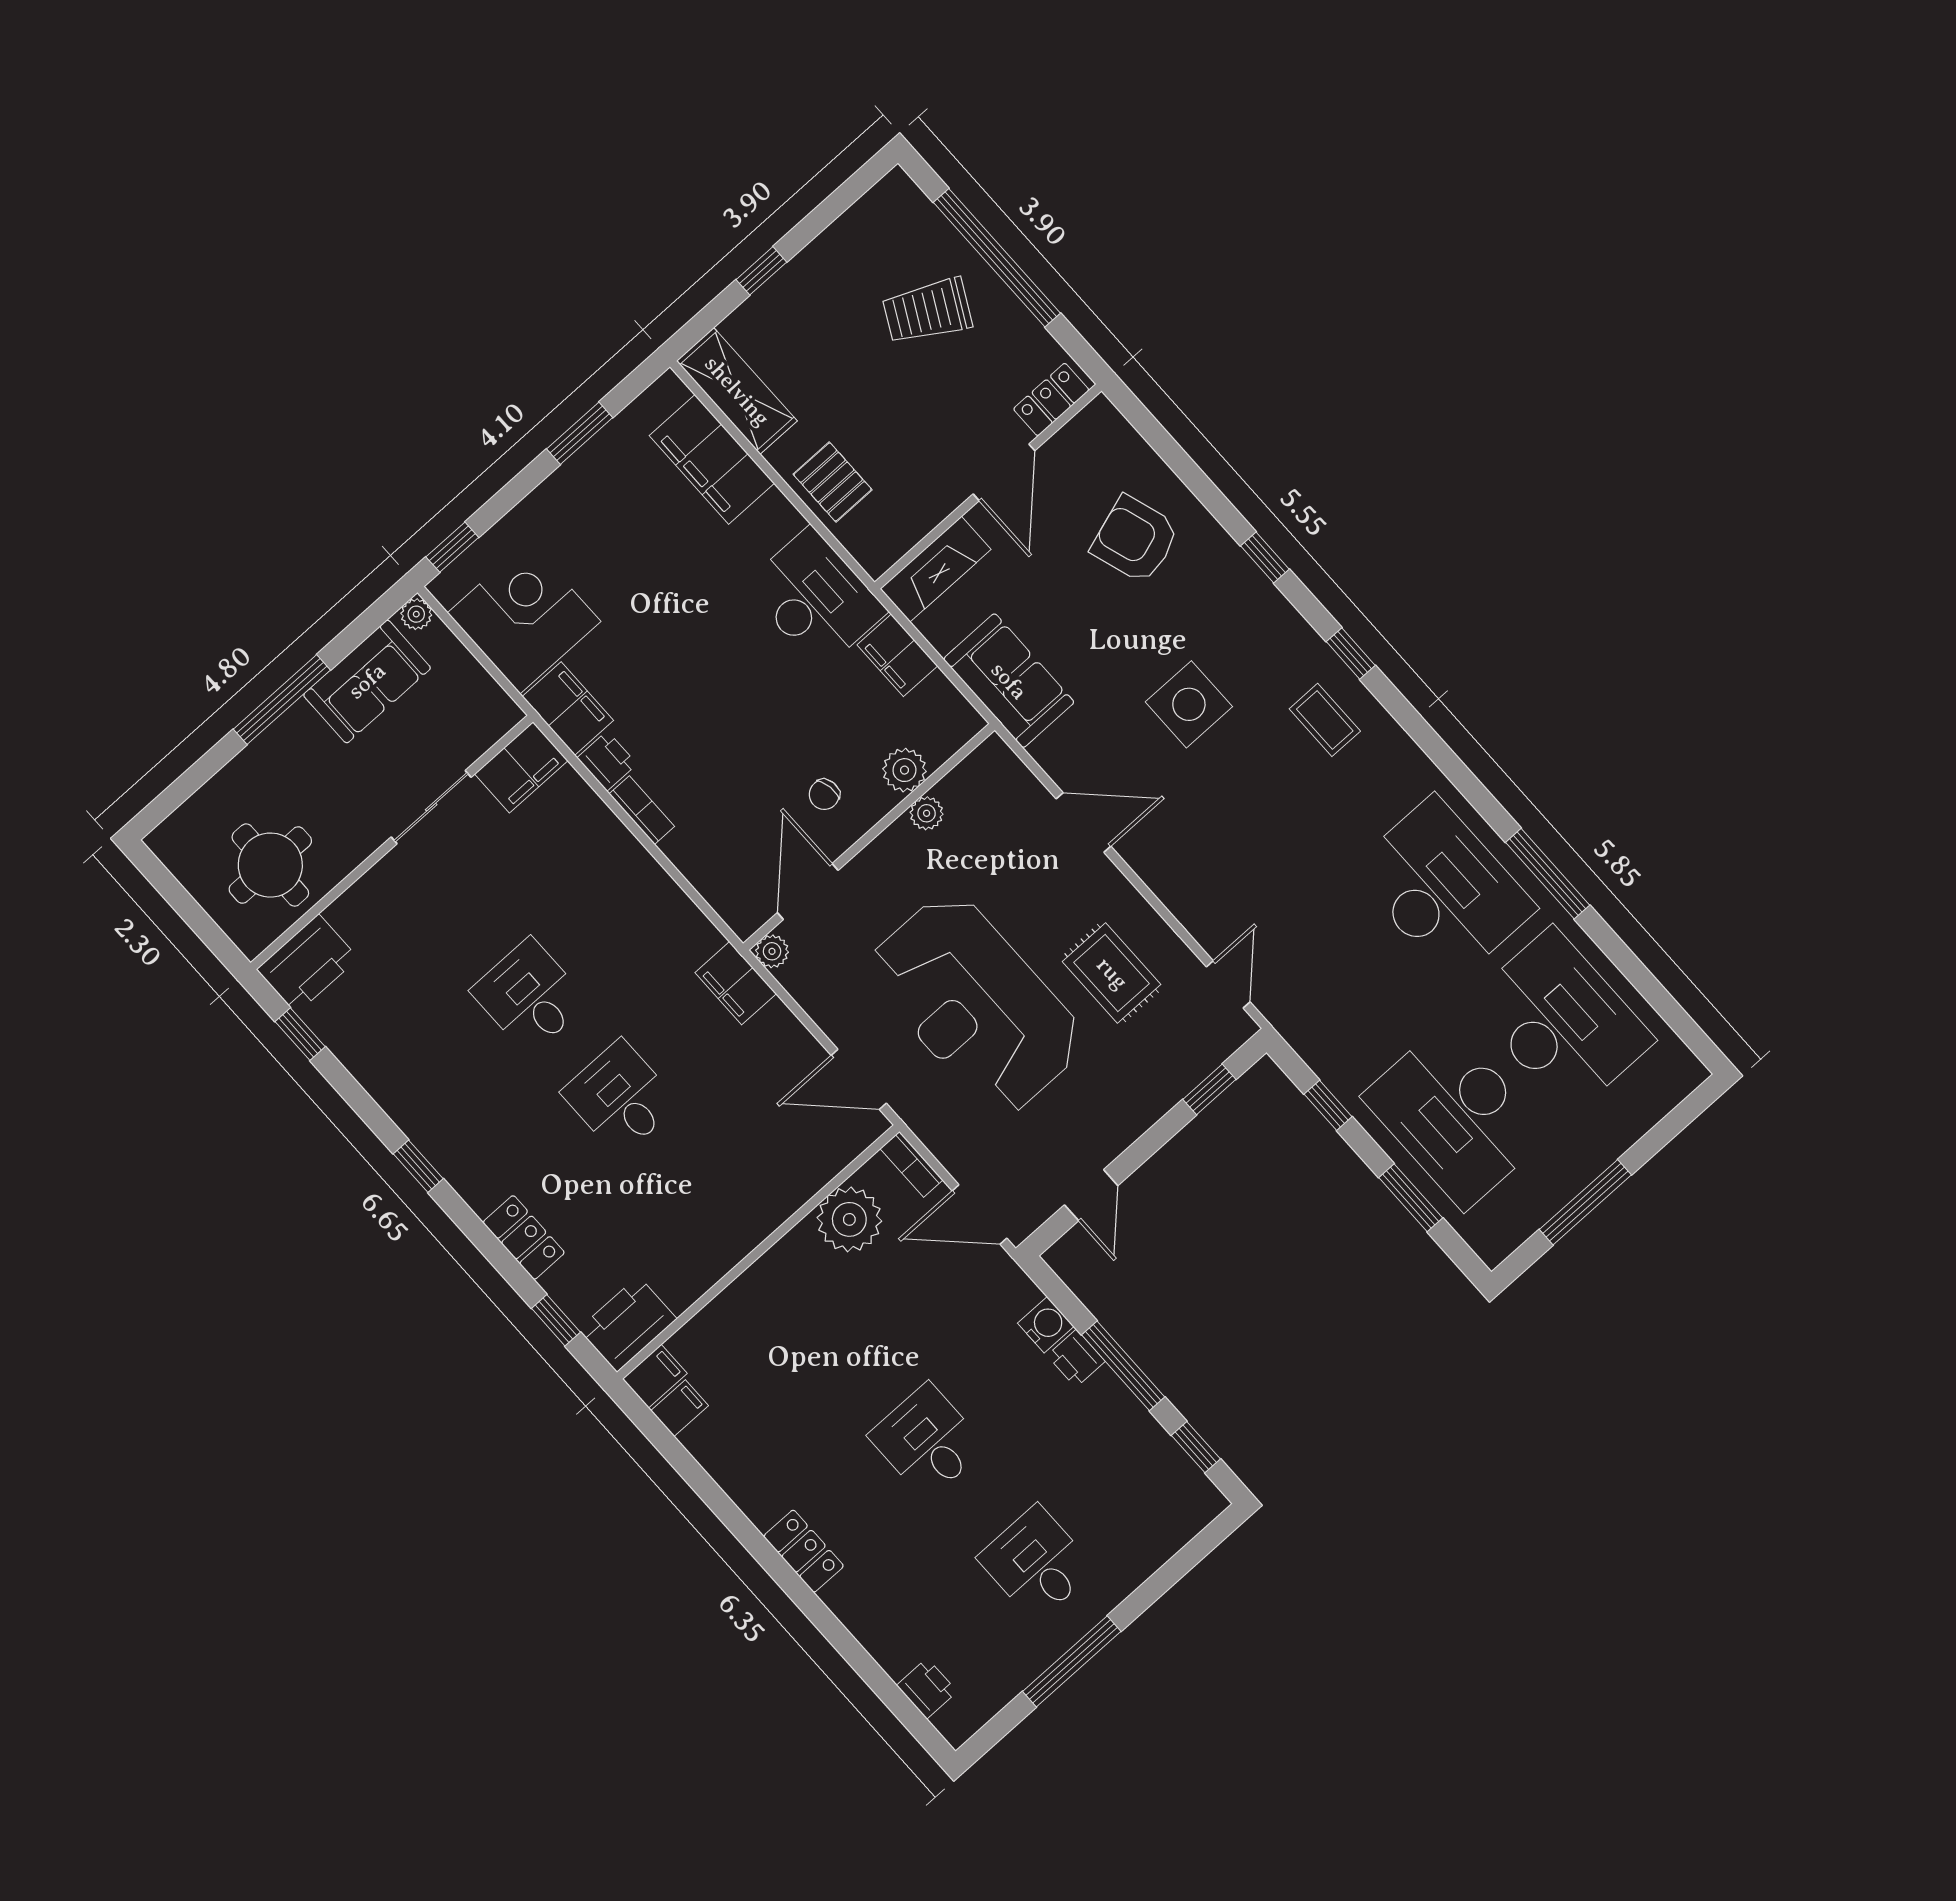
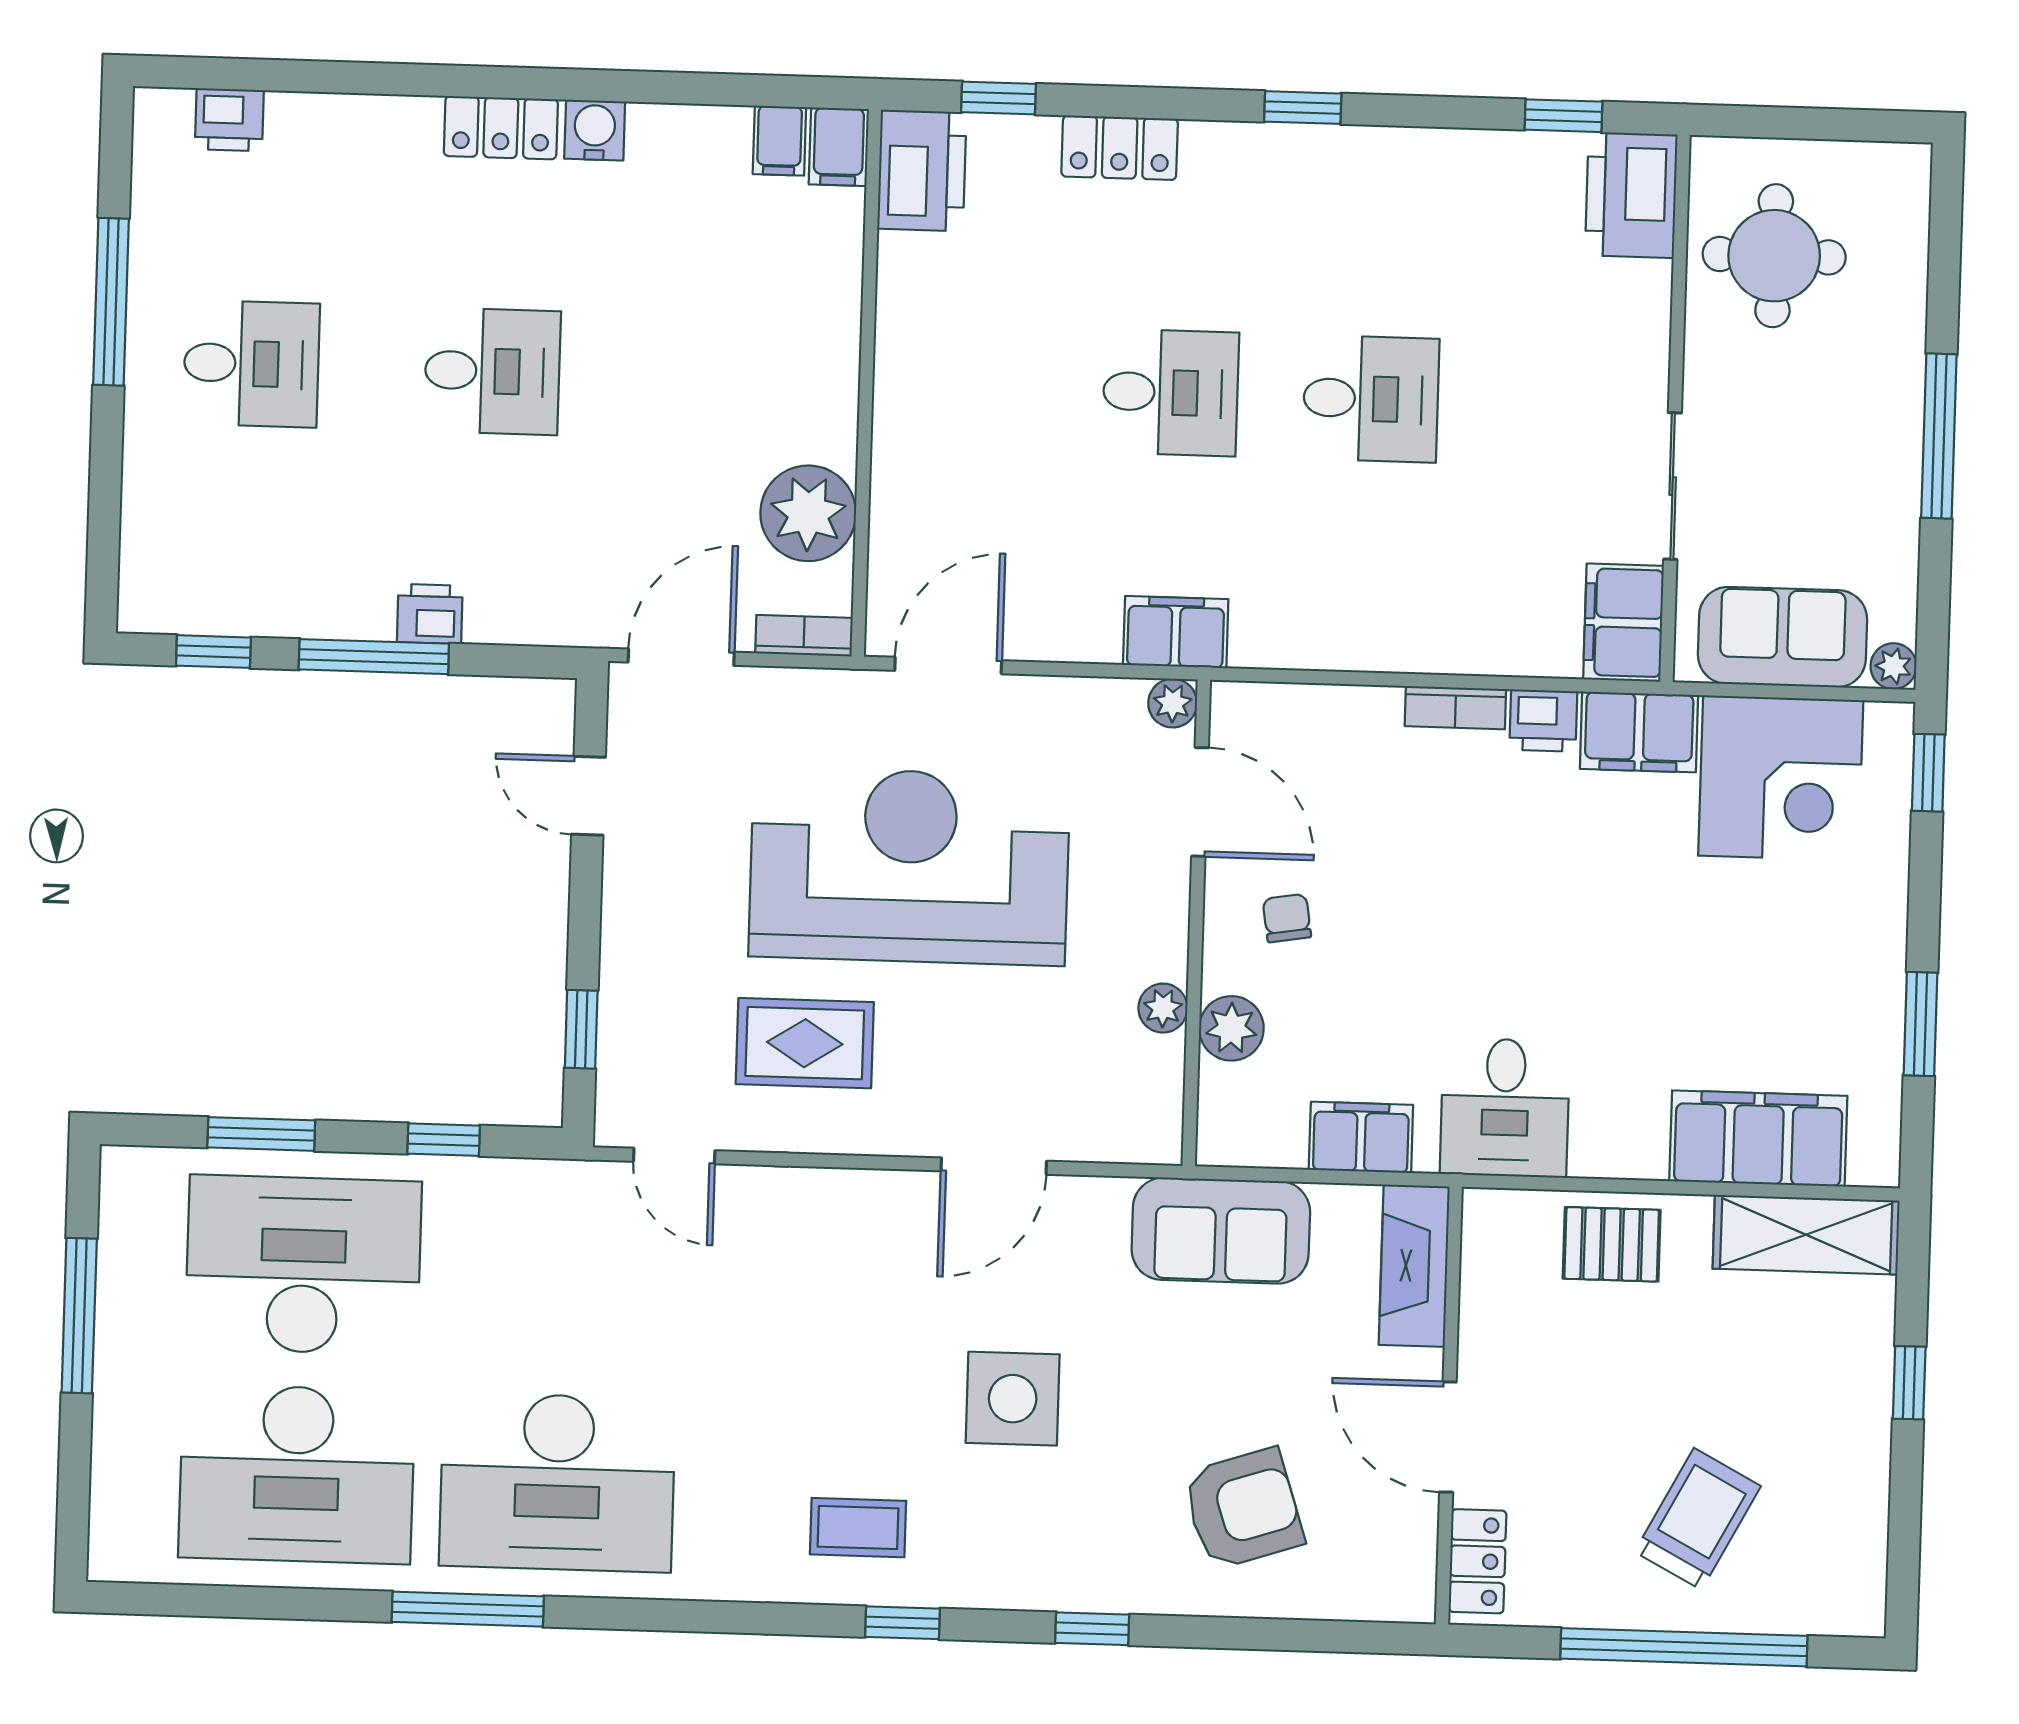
desk: (815, 598) -> (1505, 1108), width x0.73
sofa: (367, 681) -> (1783, 637), moved, turned 90
water cooler: (1046, 1325) -> (595, 130), moved, turned 180

